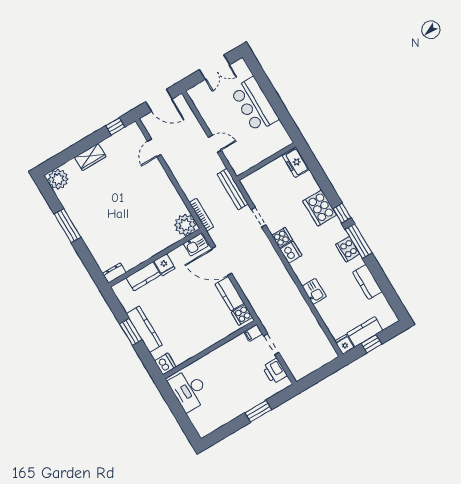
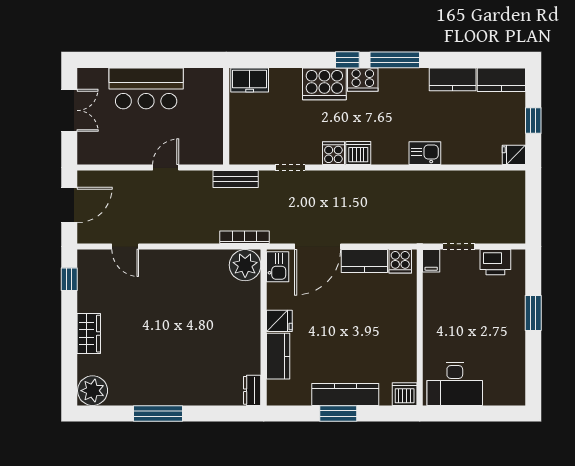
bench: (233, 189) -> (236, 179), width x0.73
cooker: (348, 249) -> (363, 80), moved
kitchen counter: (365, 332) -> (501, 80), moved, turned -90

